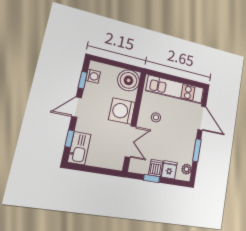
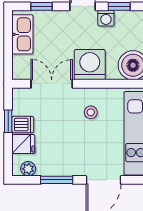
washing machine: (93, 76) -> (106, 18), moved
double door: (131, 142) -> (52, 84), swing flipped
kitchen sink: (79, 148) -> (22, 34), moved, turned -90

